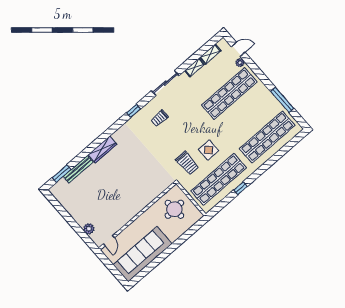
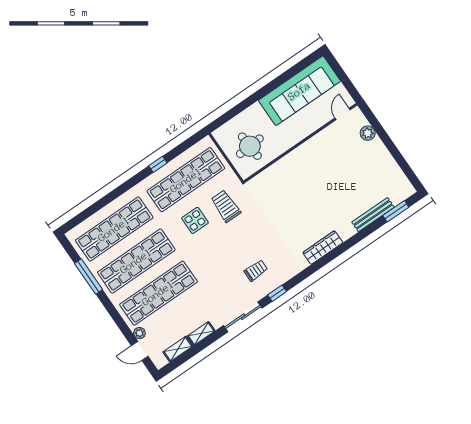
window: (134, 111) -> (277, 293), moved
shop shelf: (248, 115) -> (136, 261), added
wardrobe: (102, 149) -> (323, 248), moved

